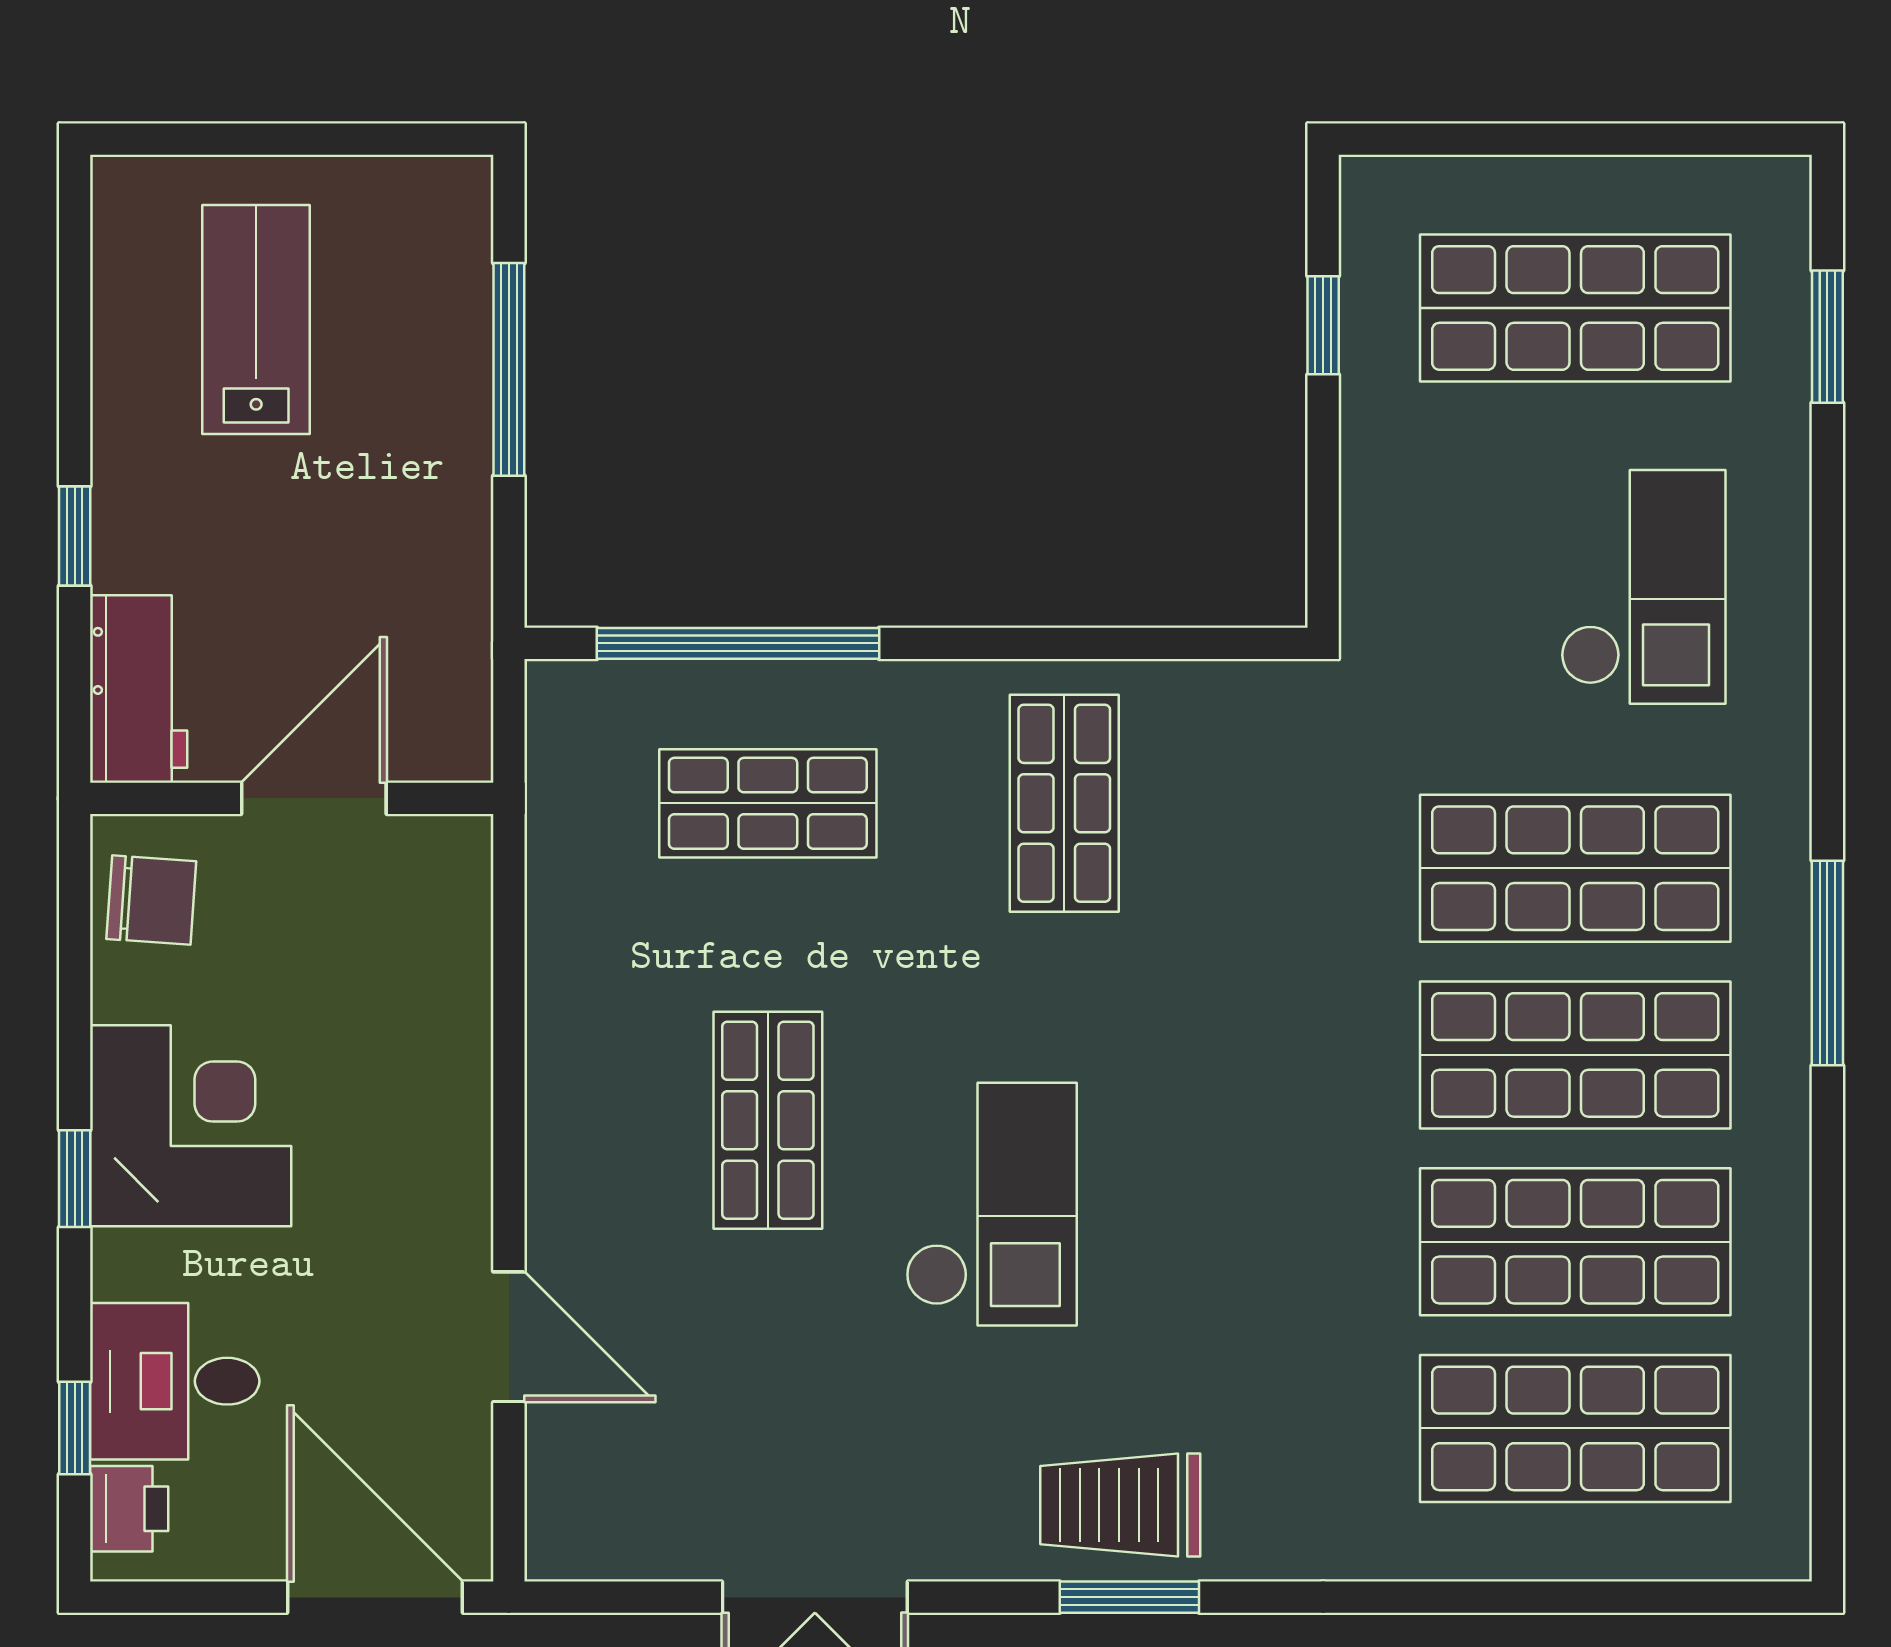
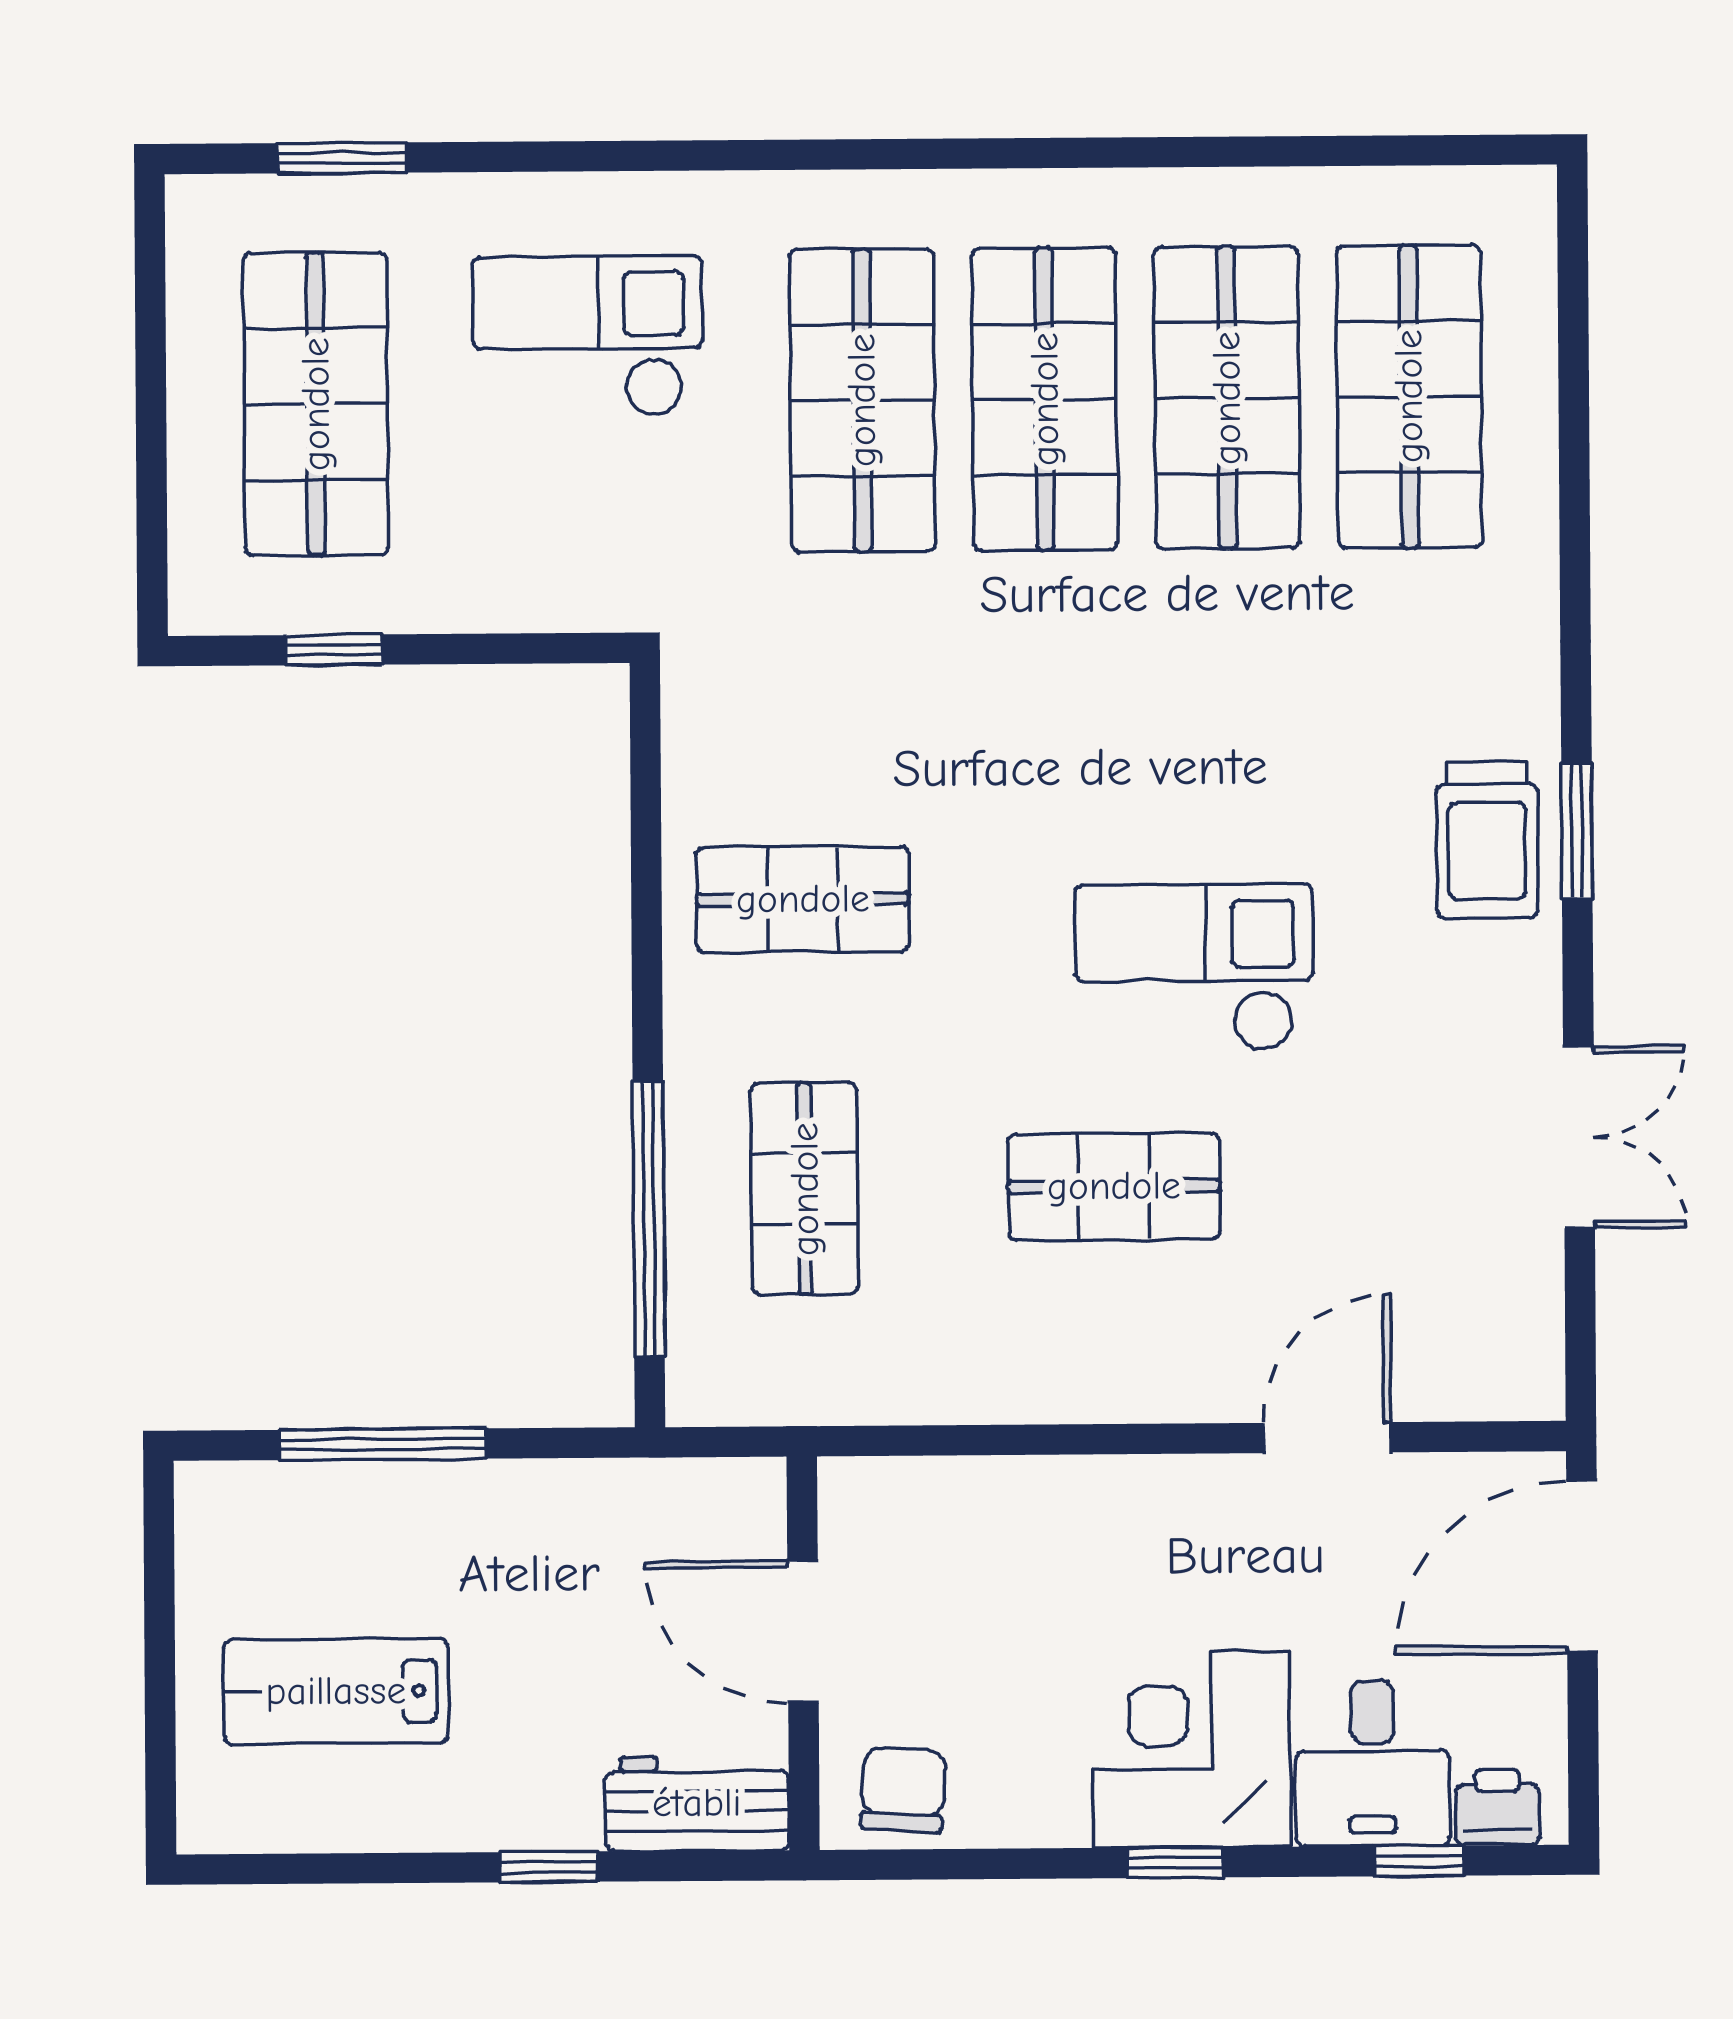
window: (1827, 963) -> (953, 154), removed
corner desk: (191, 1126) -> (1192, 1749), moved

